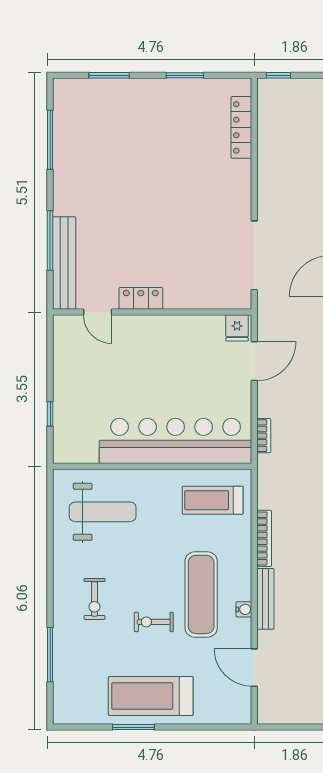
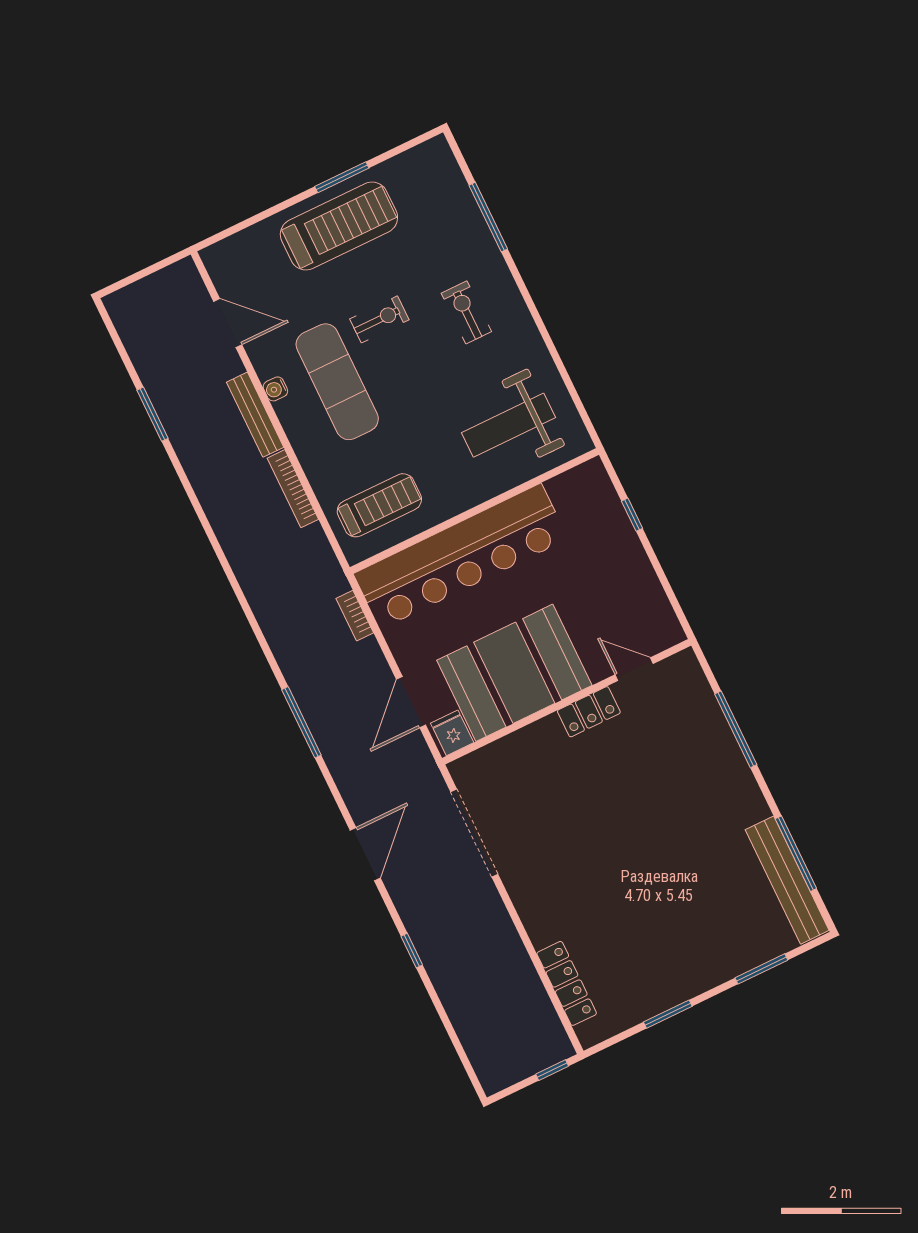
bench: (64, 263) -> (787, 880), moved
booth: (177, 348) -> (514, 673), added

